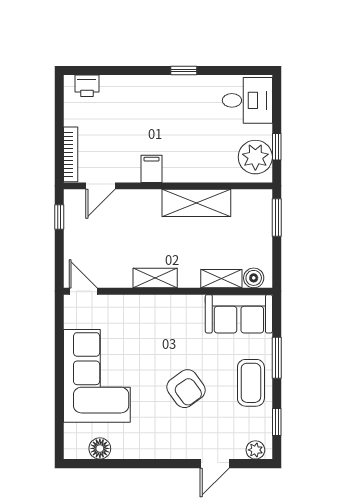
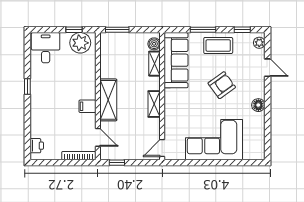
shelving: (196, 203) -> (108, 100), moved
sofa: (239, 314) -> (176, 60), width x1.36
floor lamp: (100, 448) -> (258, 105), moved

